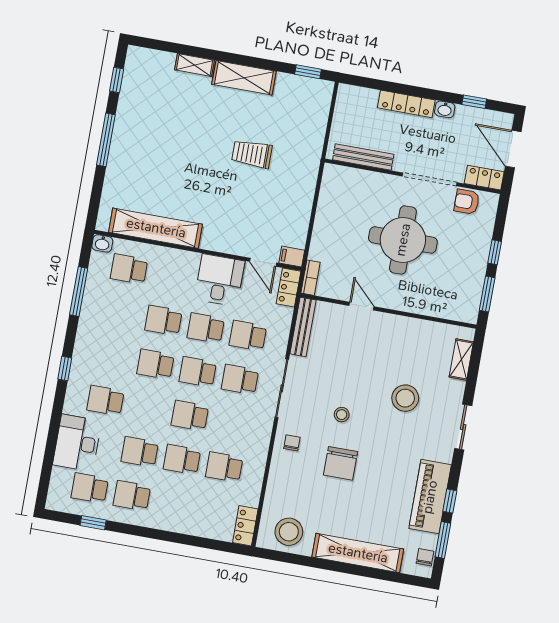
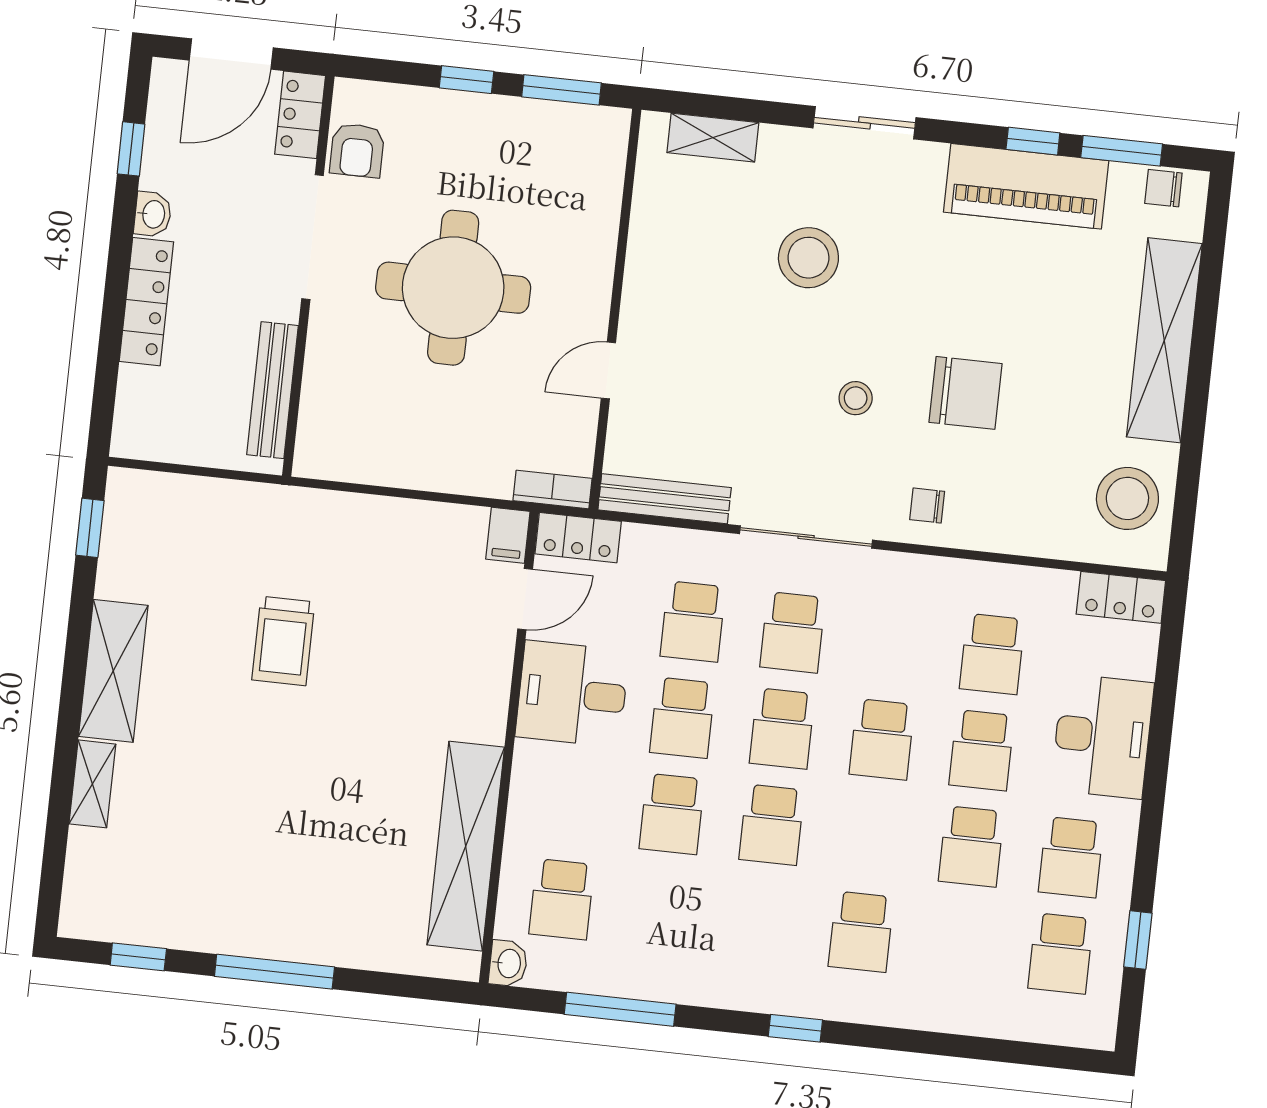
desk: (77, 443) -> (1102, 736), moved, turned -90

